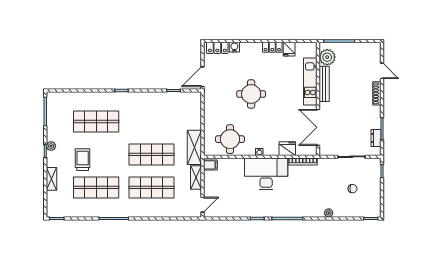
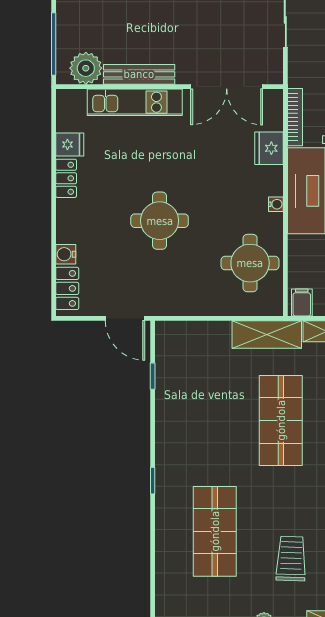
trolley: (83, 160) -> (291, 559), turned 92

